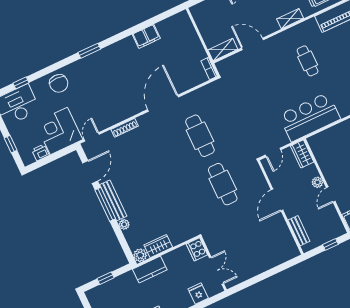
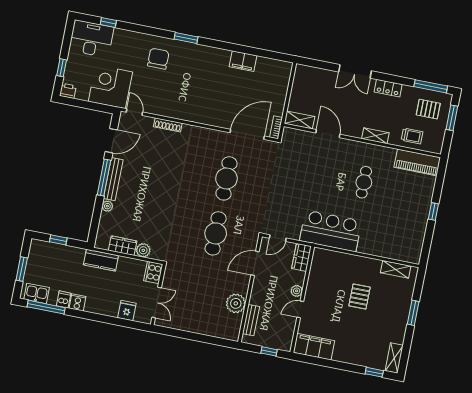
chair: (59, 83) -> (158, 59), moved, turned 180
door: (163, 103) -> (247, 134), moved
door: (92, 137) -> (134, 112), hinge flipped
printer: (40, 153) -> (68, 91), moved
door: (277, 200) -> (255, 263), moved
plant: (278, 226) -> (236, 303), added
plant: (140, 255) -> (143, 250), moved

